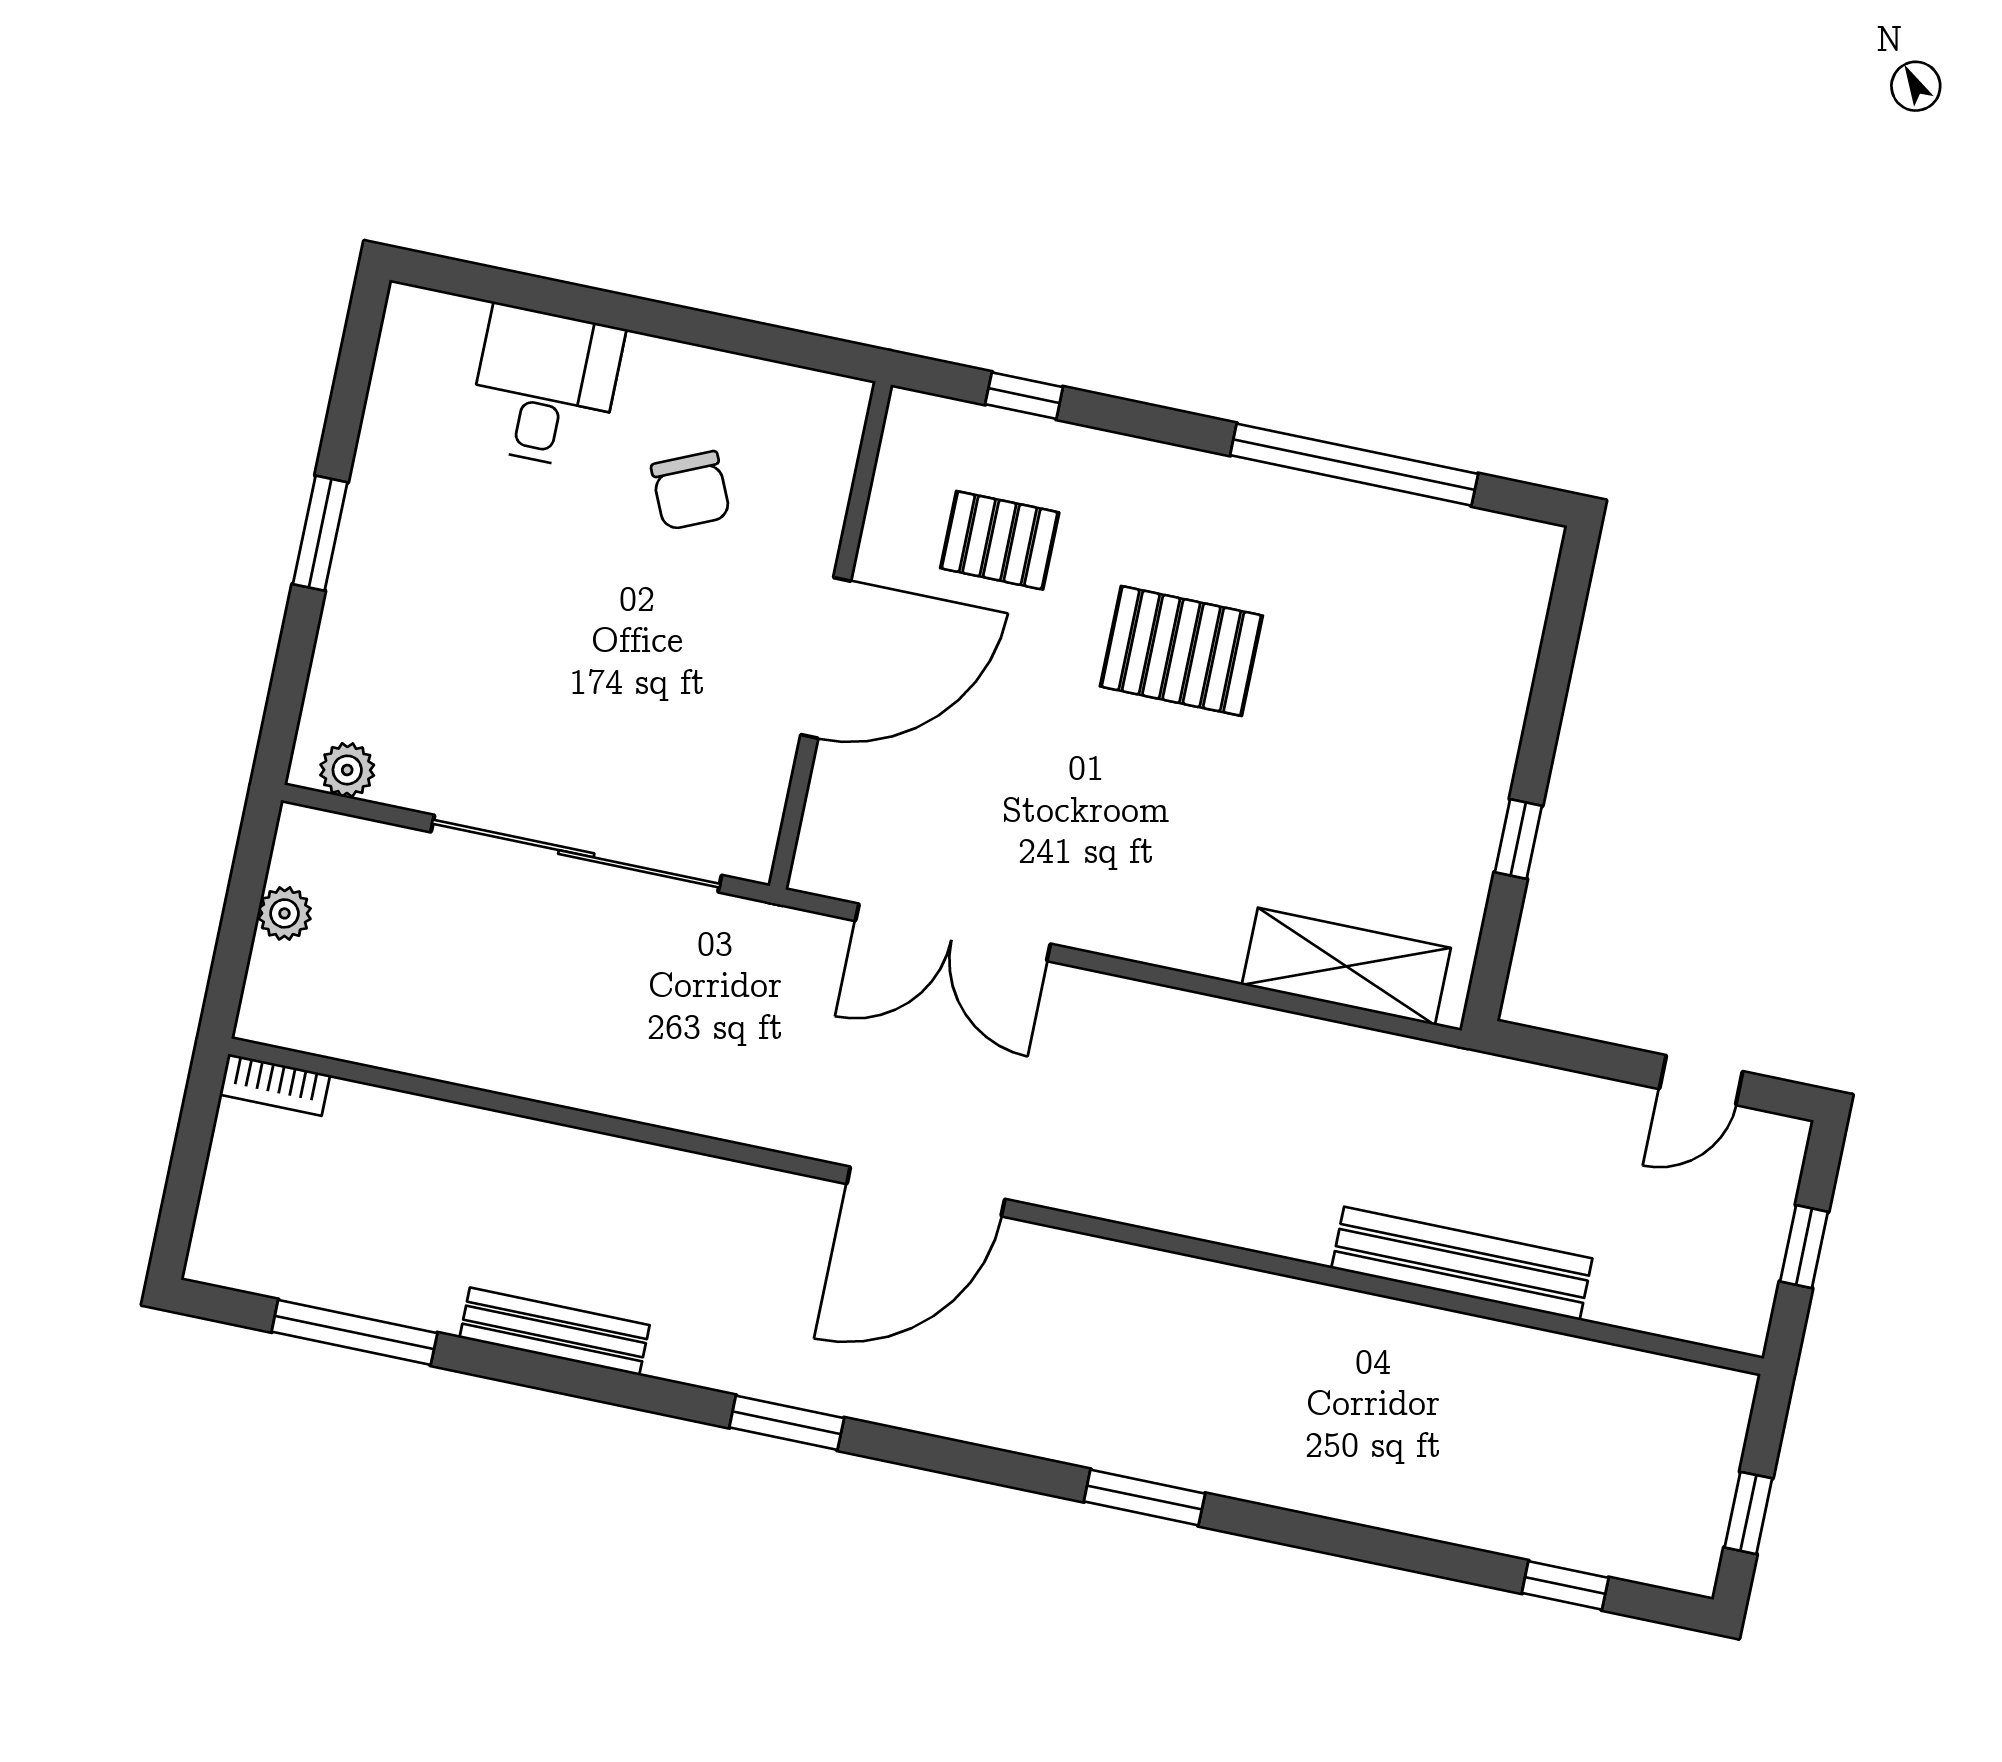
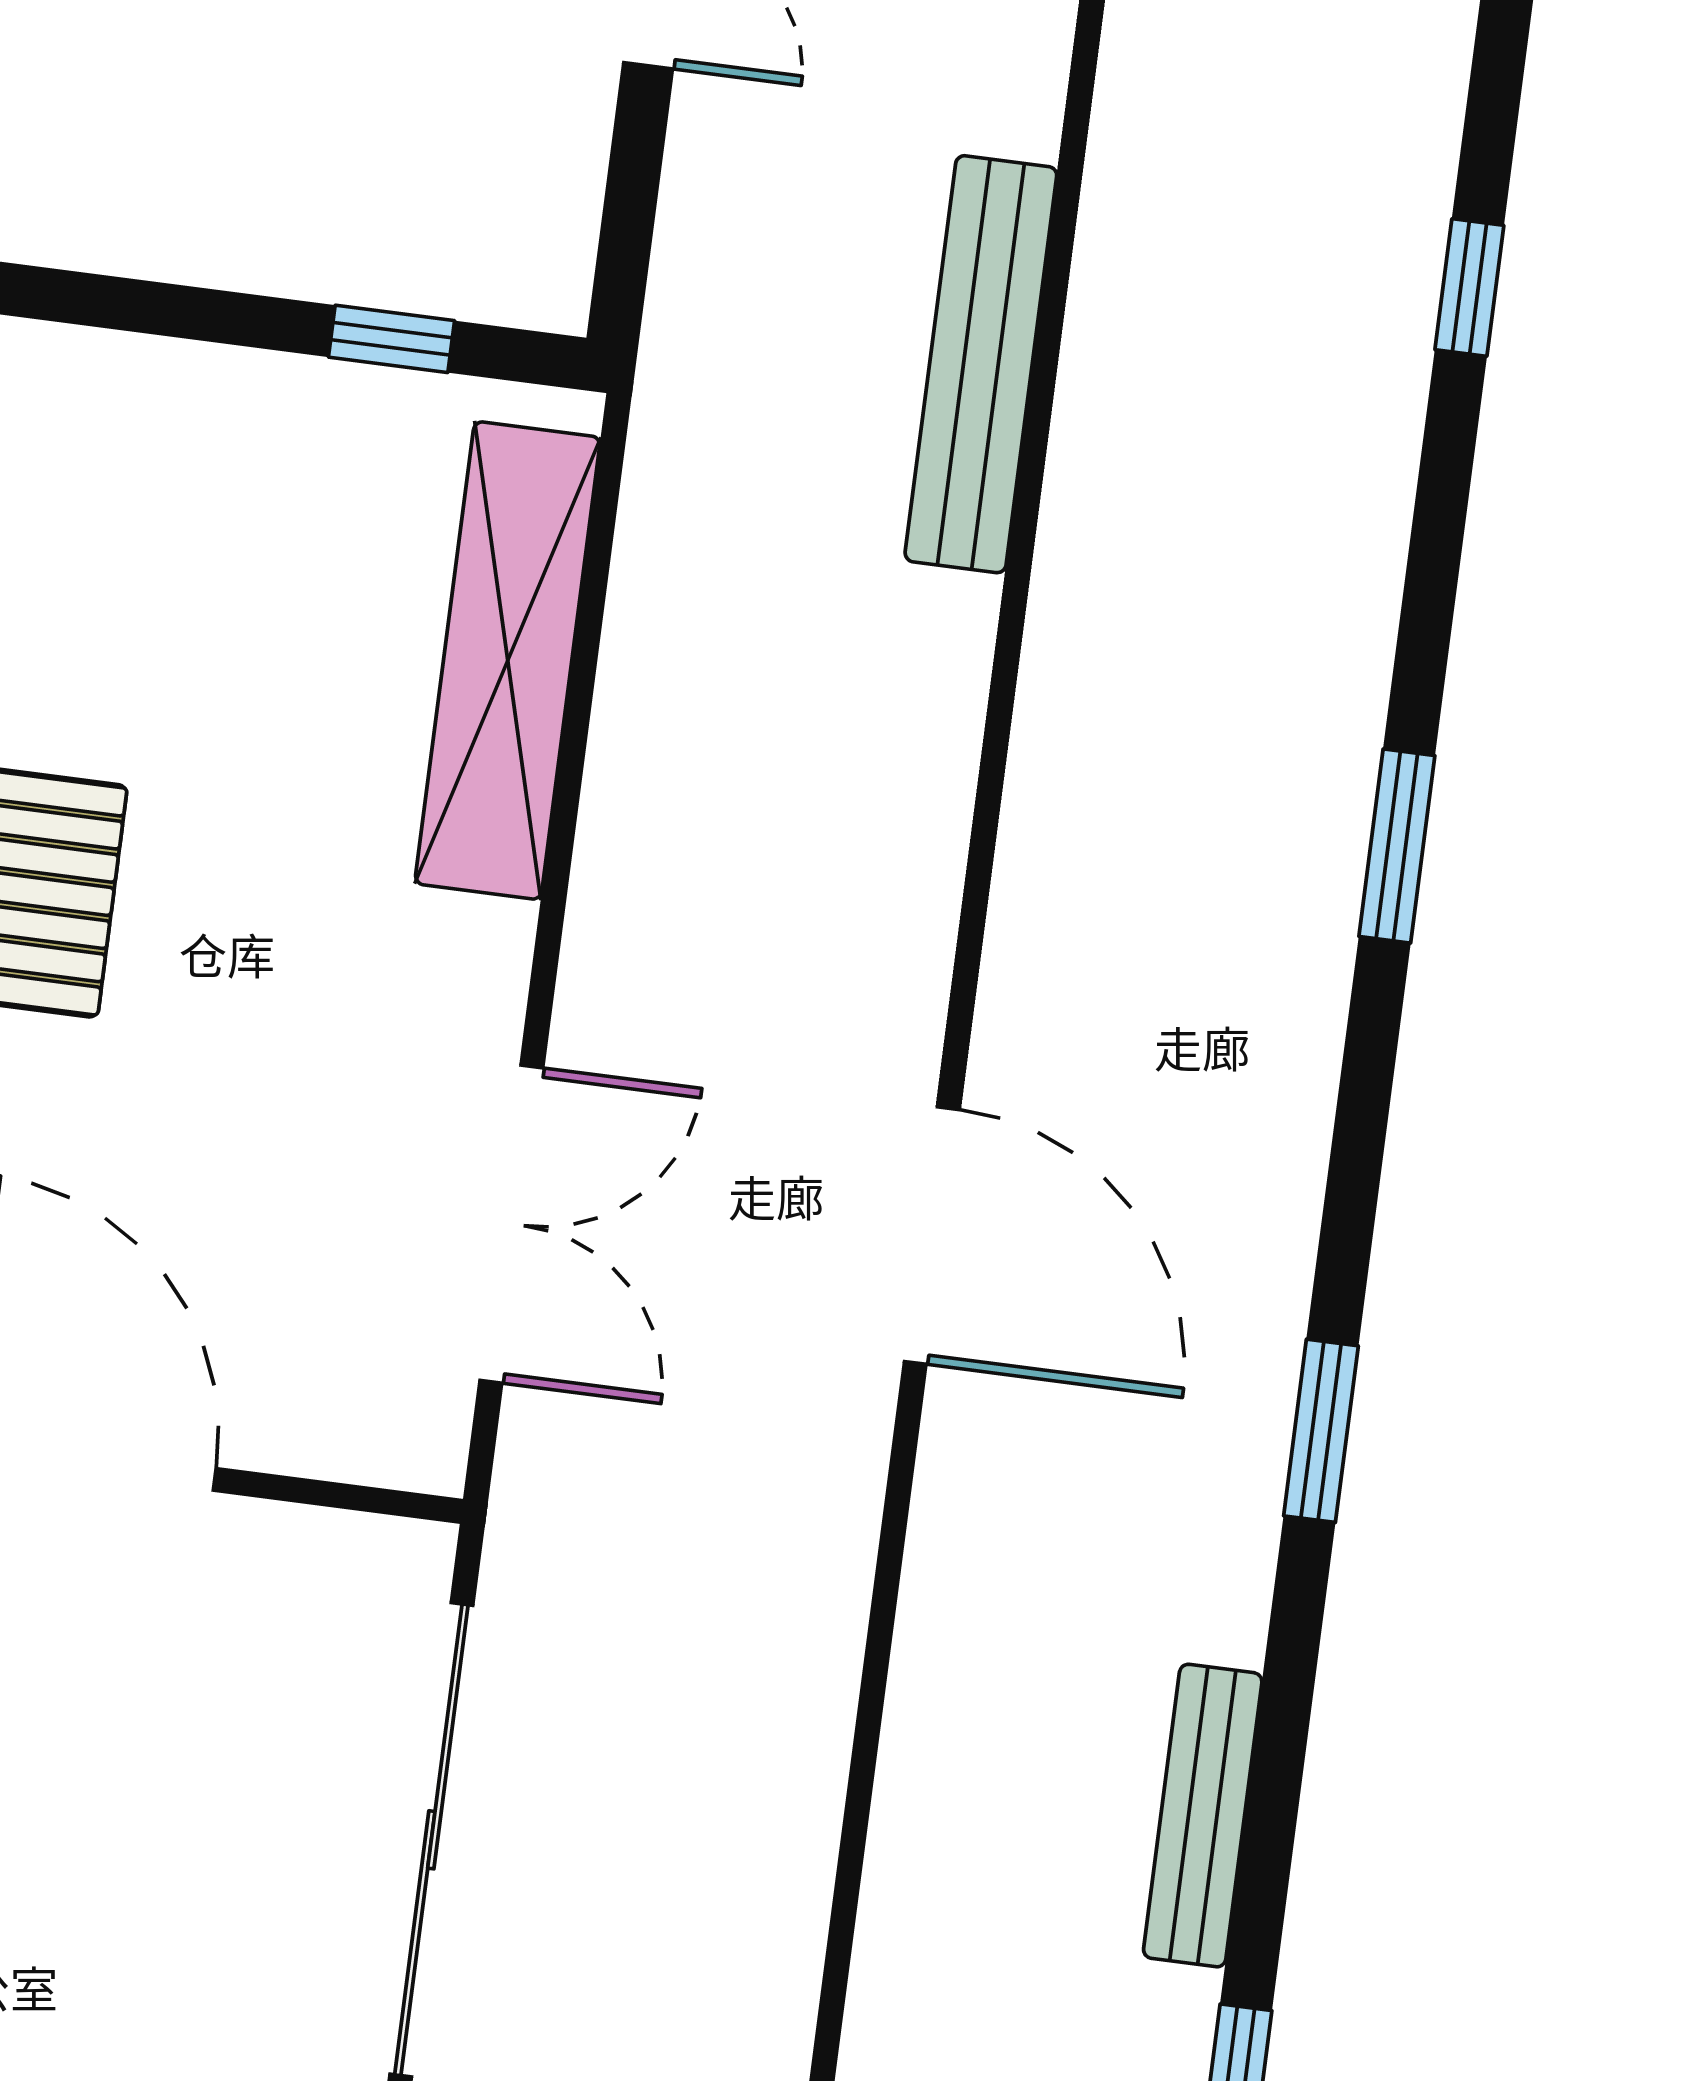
window: (1518, 839) -> (391, 339), moved
shelving: (1346, 966) -> (508, 660), width x1.47
window: (1565, 1585) -> (1469, 288), moved

